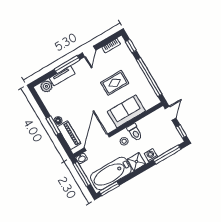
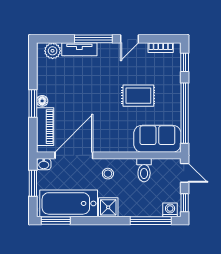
sofa: (126, 111) -> (157, 139), moved
door: (171, 113) -> (185, 173), hinge flipped
toilet: (135, 132) -> (144, 170), moved
washing machine: (151, 155) -> (170, 210), moved
window: (82, 174) -> (33, 183), width x0.69

